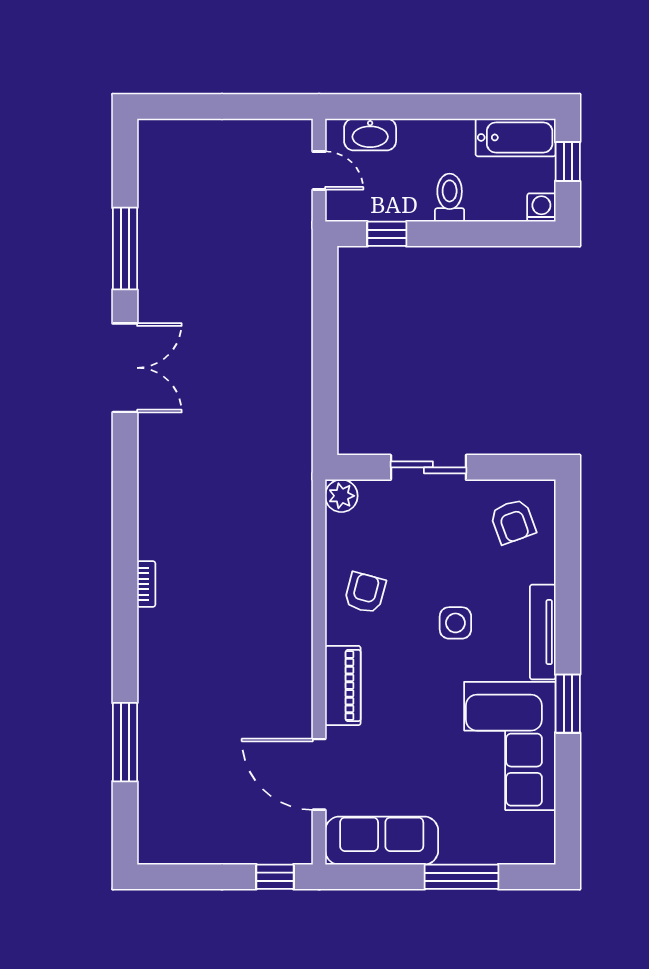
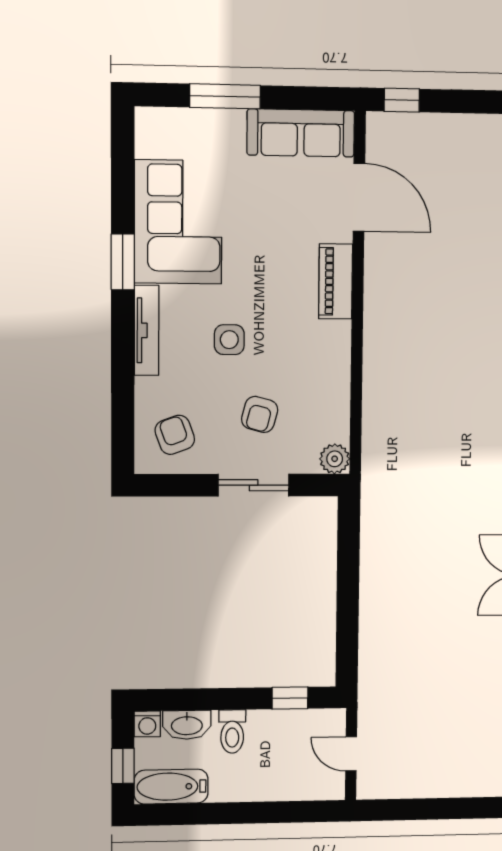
washbasin: (370, 135) -> (187, 725), moved, turned 180
armchair: (365, 593) -> (260, 414), moved

